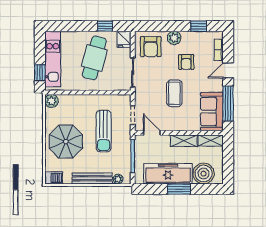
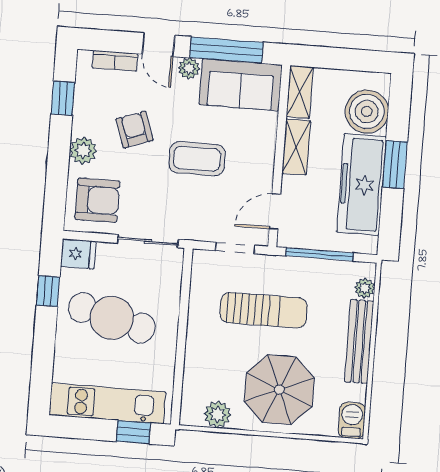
armchair: (186, 62) -> (135, 130), turned -109
plant: (218, 86) -> (189, 68), added
plant: (52, 101) -> (217, 415), moved

